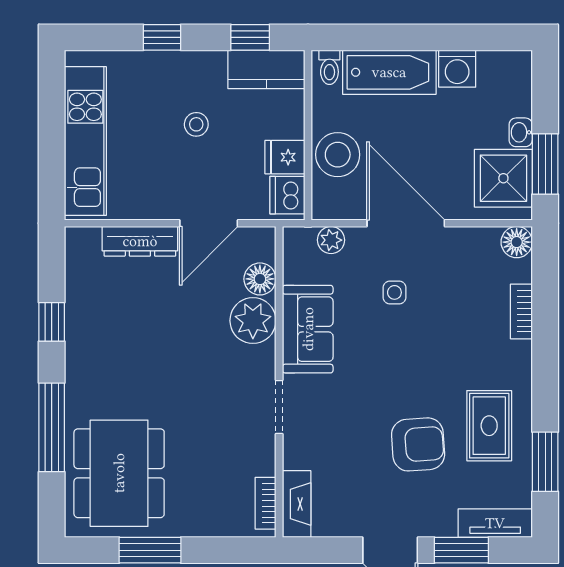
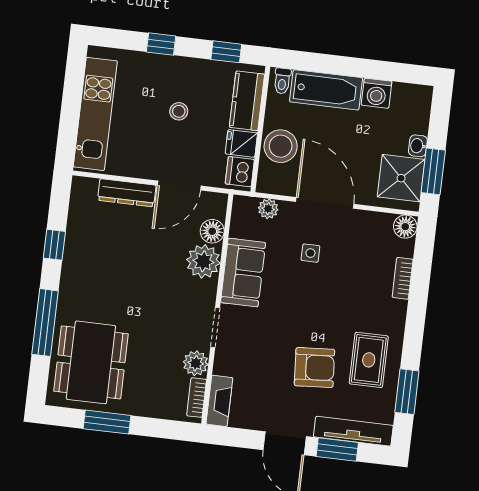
kitchen counter: (266, 69) -> (247, 101), moved, turned 90
plant: (259, 458) -> (196, 363), added
tv unit: (495, 523) -> (353, 431), width x1.41

